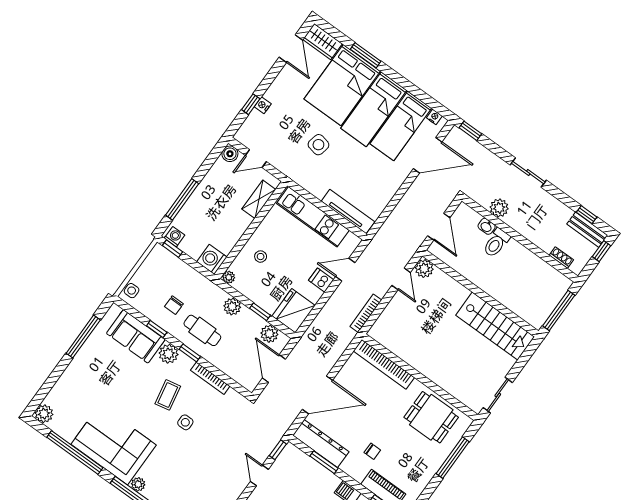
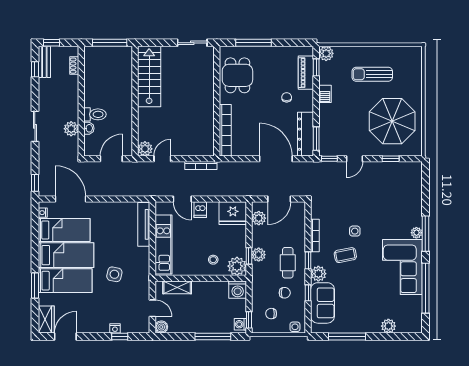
bed: (342, 85) -> (65, 281), width x0.67
chair: (163, 276) -> (271, 314), added
plant: (229, 277) -> (237, 266), width x1.88, depth x1.88
window: (260, 312) -> (249, 256), moved
plant: (44, 414) -> (388, 326), moved
window: (324, 462) -> (316, 139), moved

